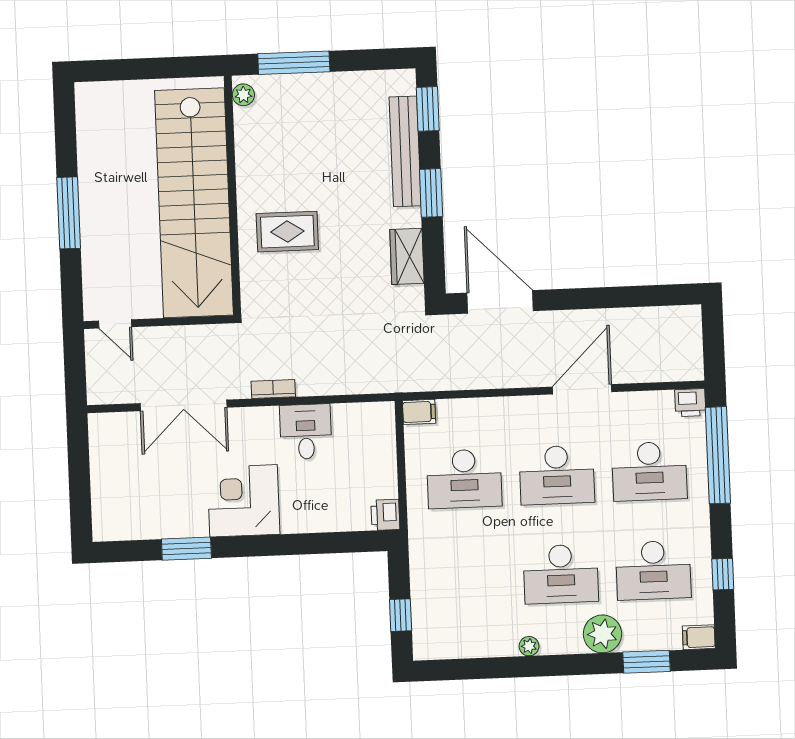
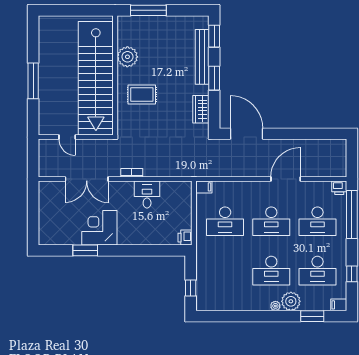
plant: (243, 95) -> (127, 57), moved, width x1.88, depth x1.88
door: (115, 324) -> (67, 137), moved
corner desk: (243, 501) -> (99, 228), moved
plant: (529, 646) -> (275, 306), moved

